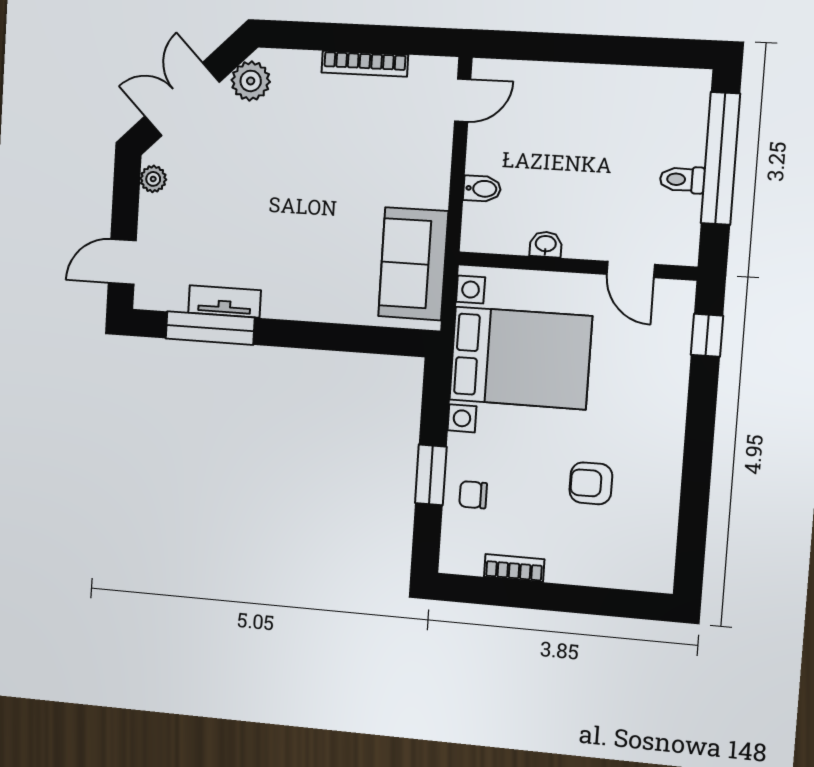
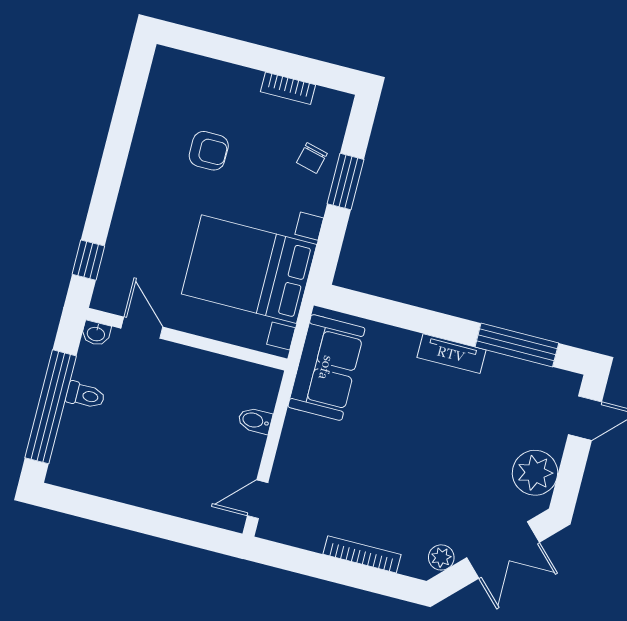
bookcase: (365, 64) -> (362, 554), moved
plant: (251, 81) -> (441, 557), width x0.73, depth x0.73
plant: (153, 179) -> (535, 473), width x1.88, depth x1.88
washbasin: (546, 244) -> (96, 333), moved
tv unit: (225, 301) -> (451, 354), moved
chair: (473, 495) -> (312, 158), turned 104

